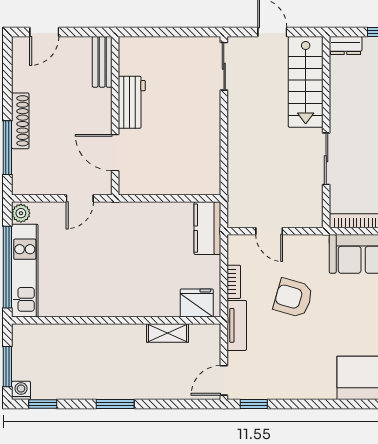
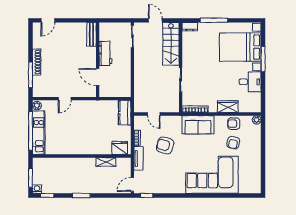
bench: (102, 62) -> (91, 34), moved
workbench: (132, 102) -> (105, 53), moved
wall: (115, 116) -> (98, 60), moved
door: (115, 153) -> (98, 77), moved

